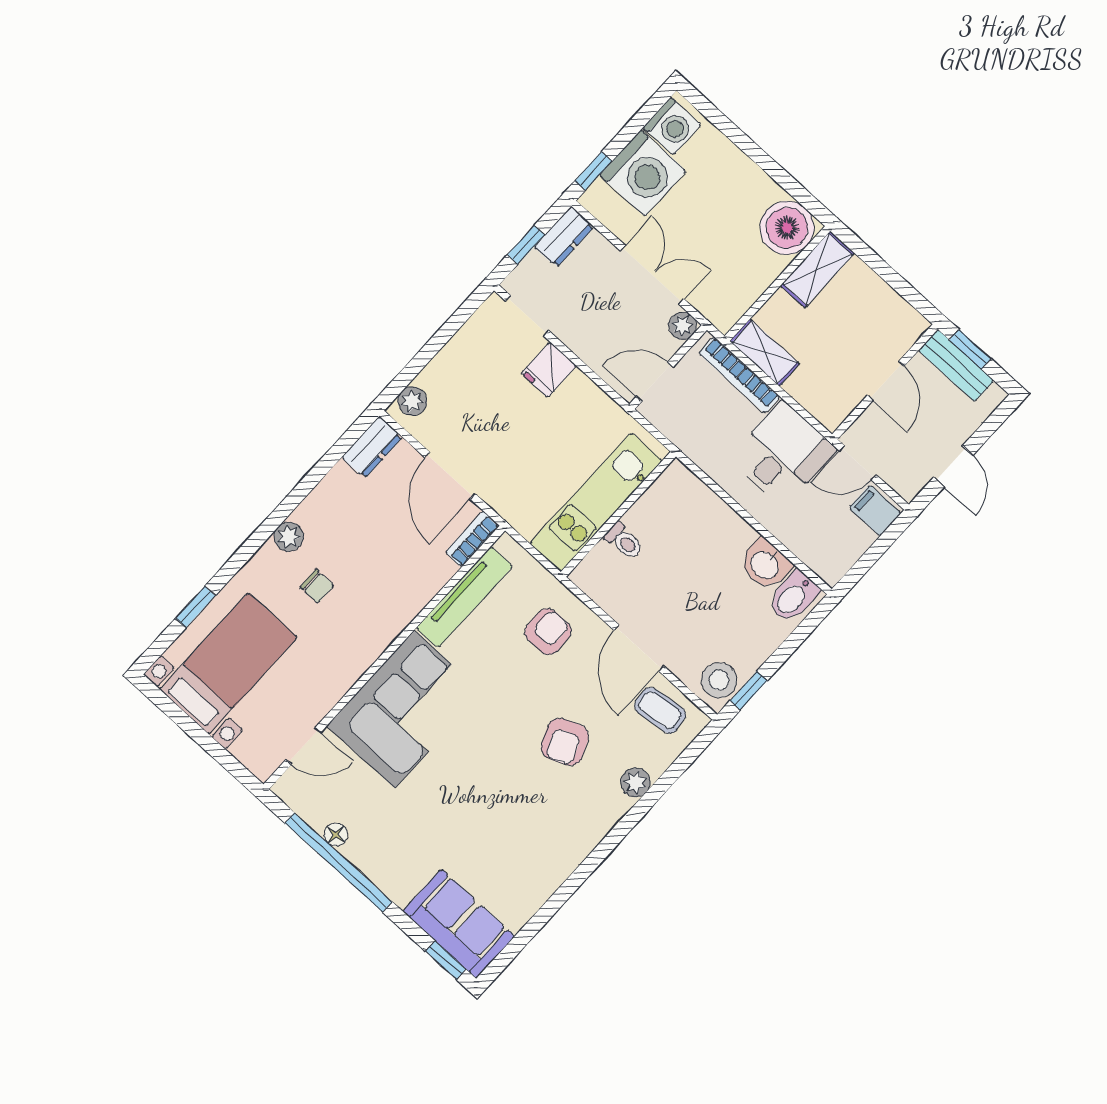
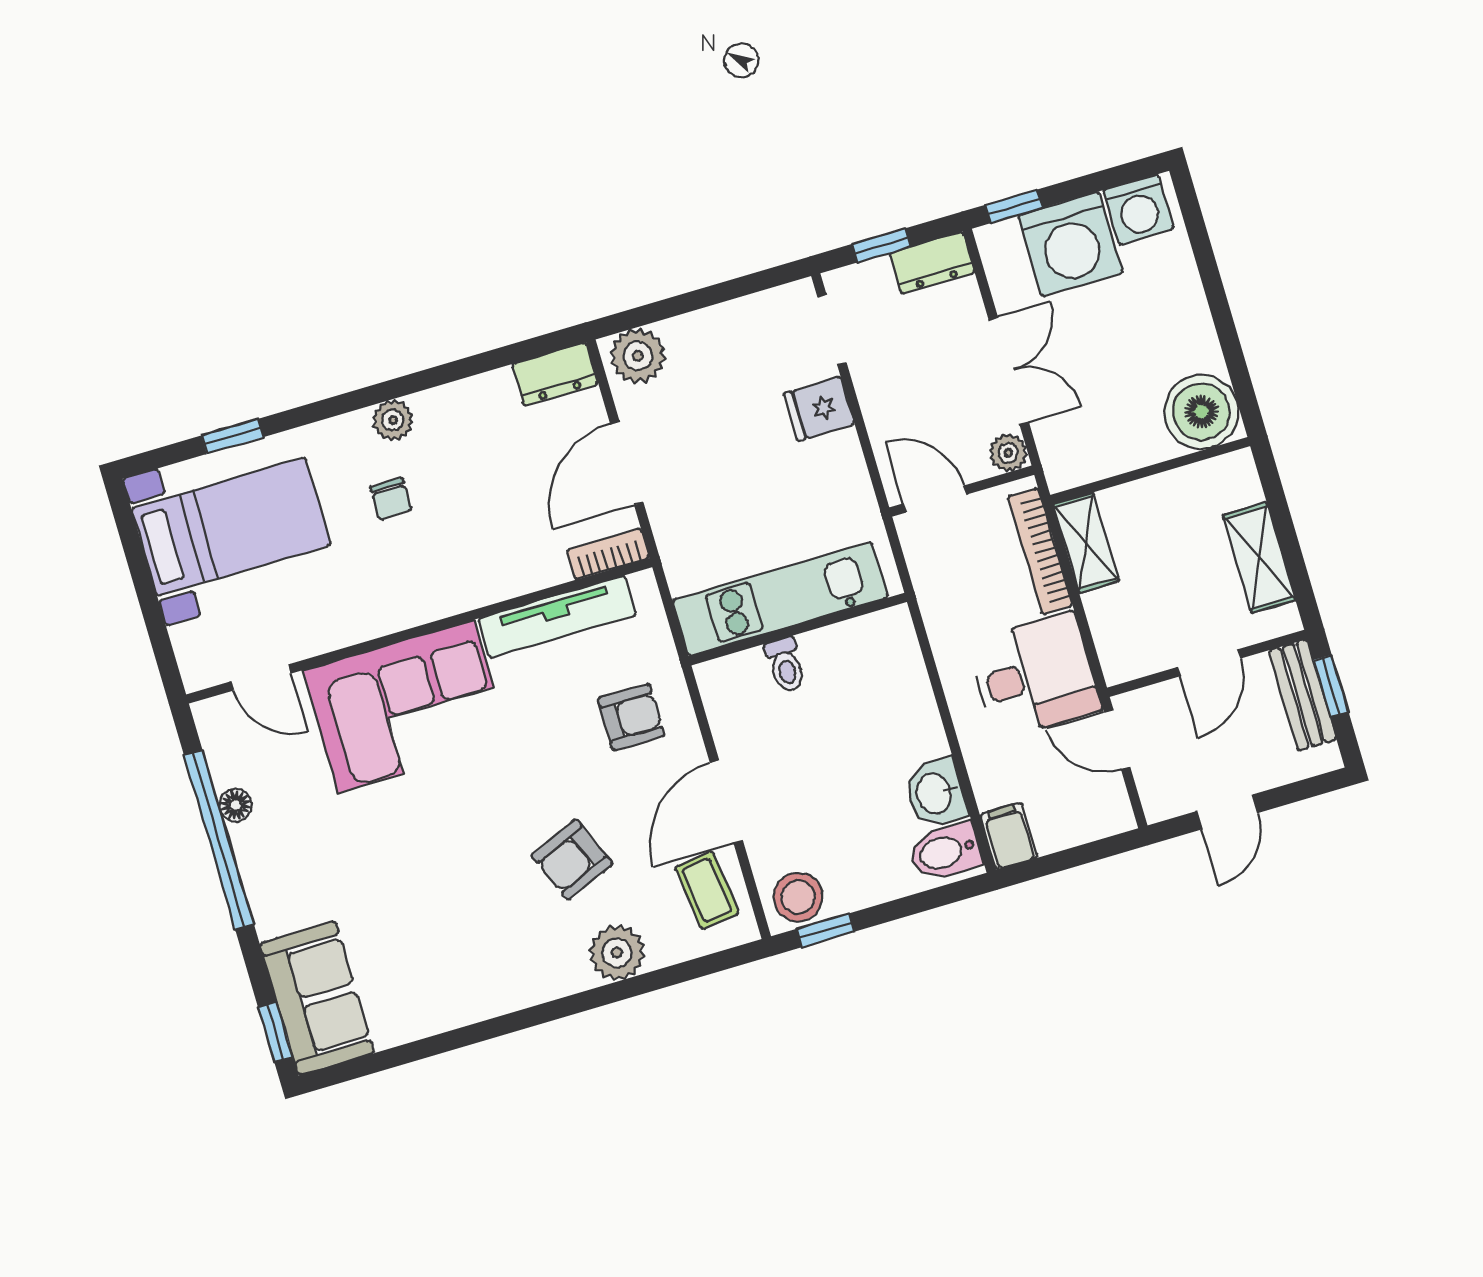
shelving: (818, 269) -> (1259, 558), moved, turned 90
plant: (412, 401) -> (638, 356), width x1.38, depth x1.38
filing cabinet: (875, 510) -> (1009, 836), moved
plant: (635, 782) -> (617, 953), width x1.38, depth x1.38

